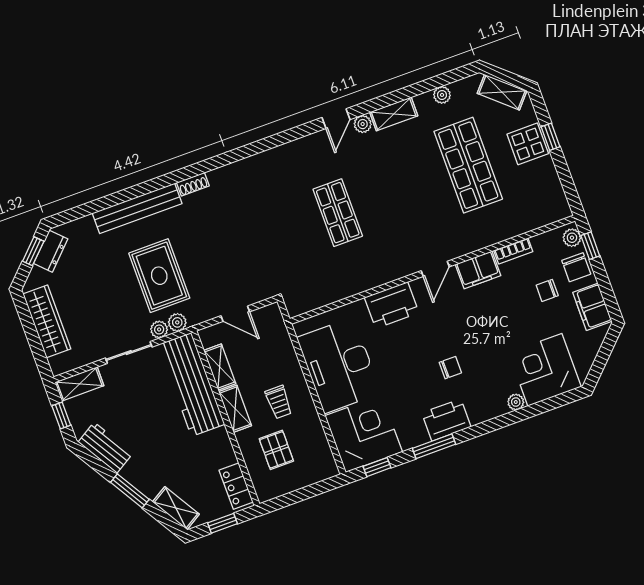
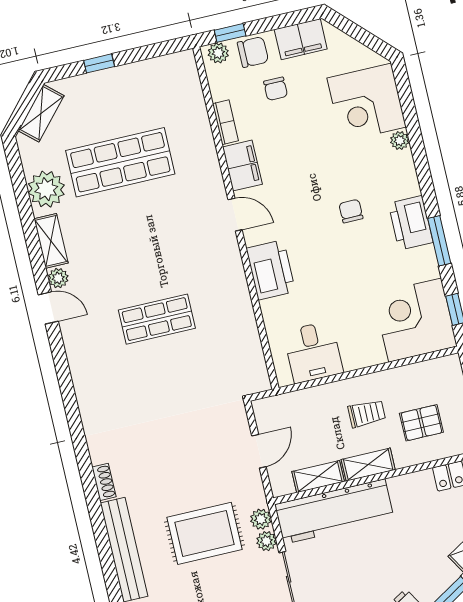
plant: (442, 95) -> (46, 189), width x1.88, depth x1.88
display table: (528, 144) -> (104, 91), removed
desk: (339, 365) -> (313, 352), width x0.53, depth x0.77

